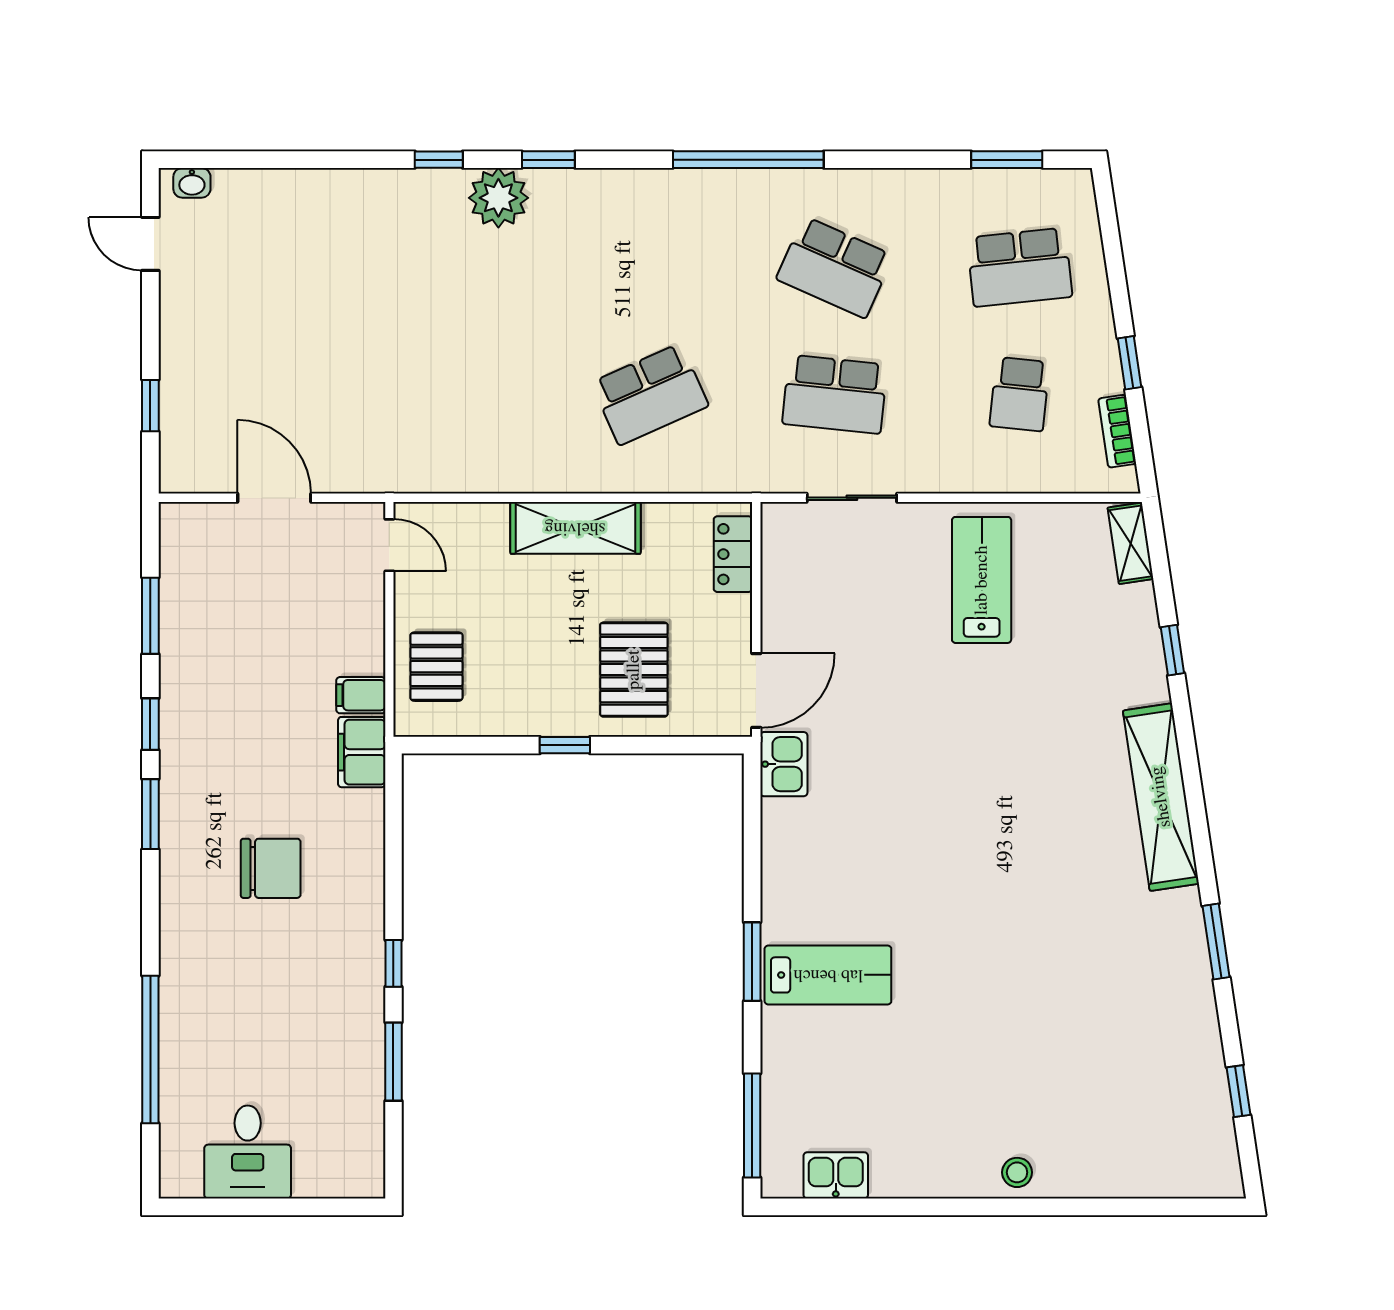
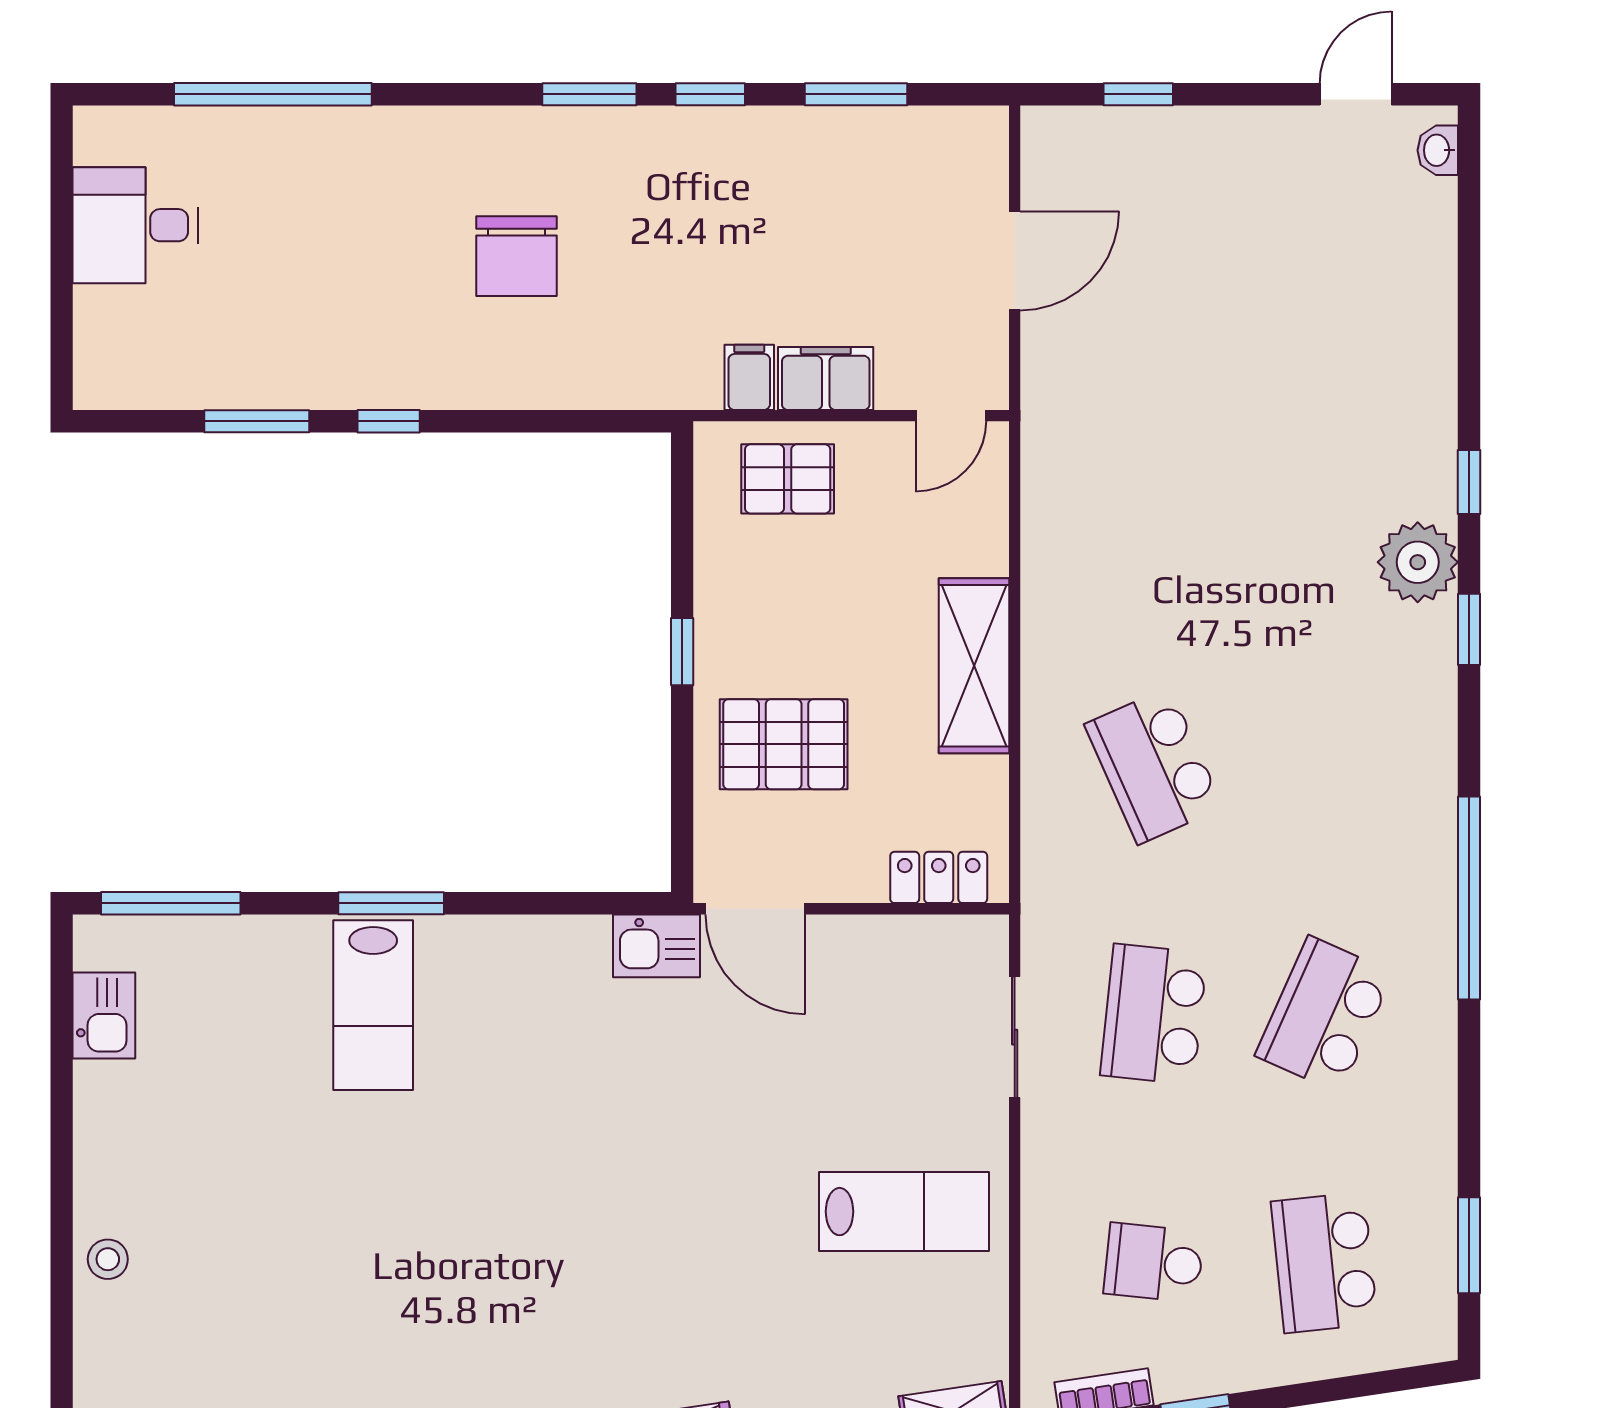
filing cabinet: (362, 752) -> (826, 378), moved

